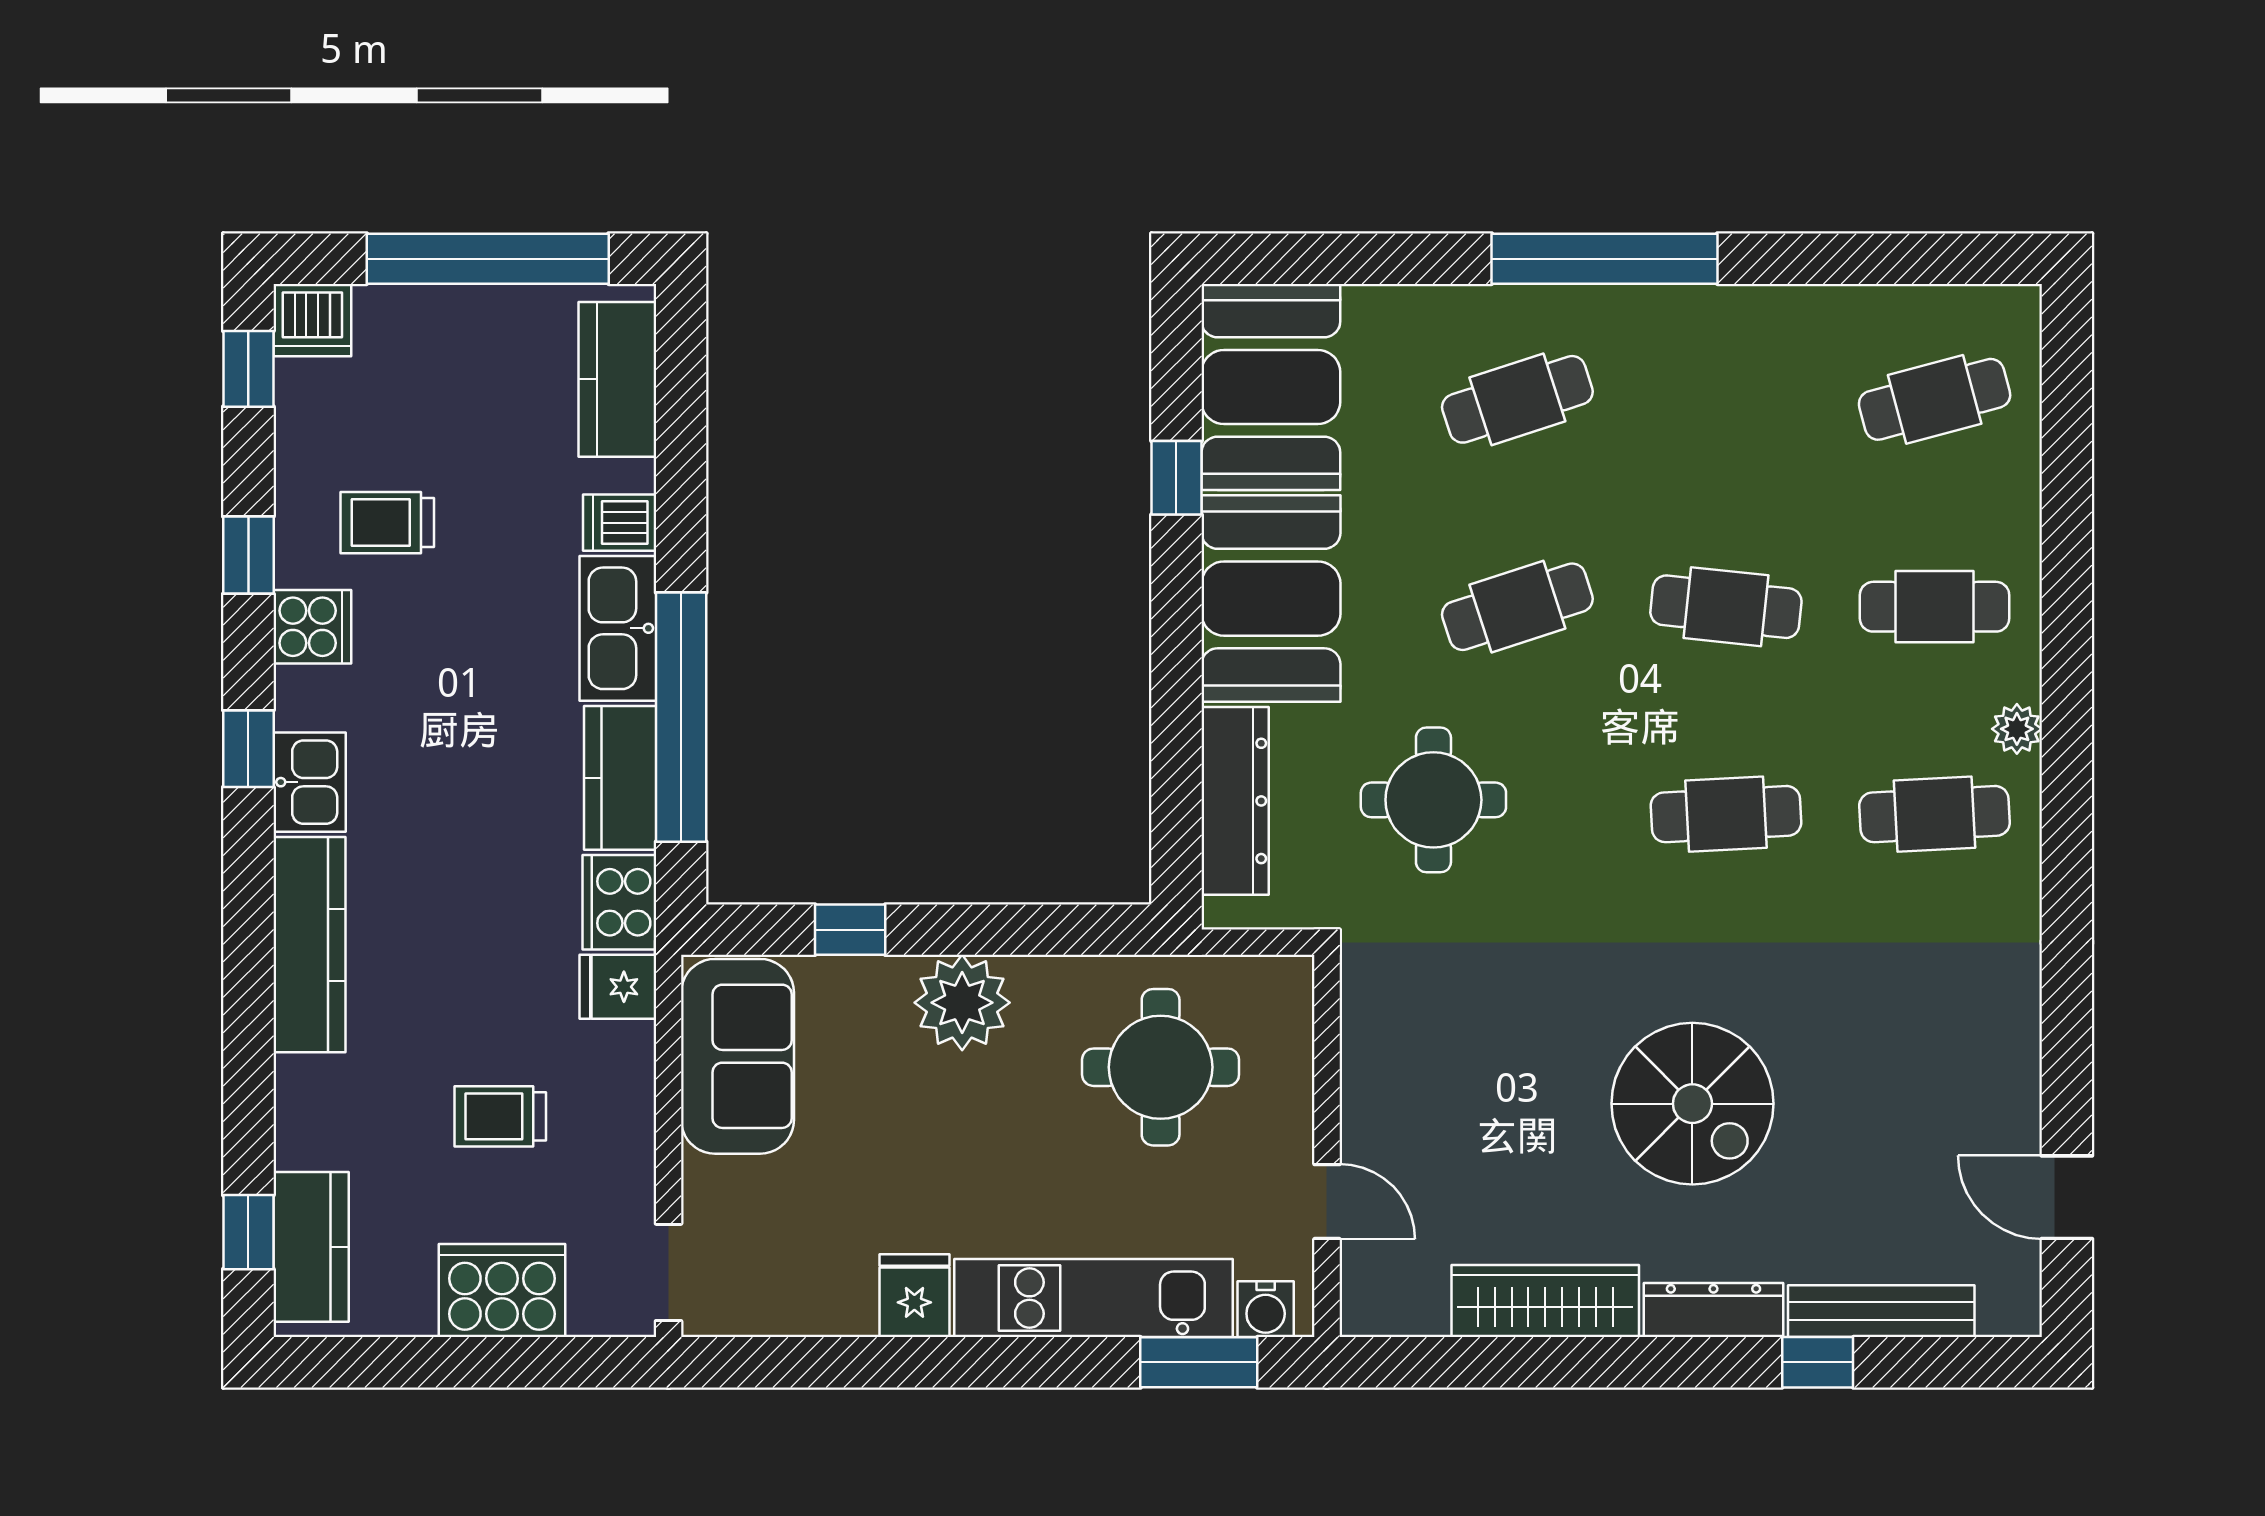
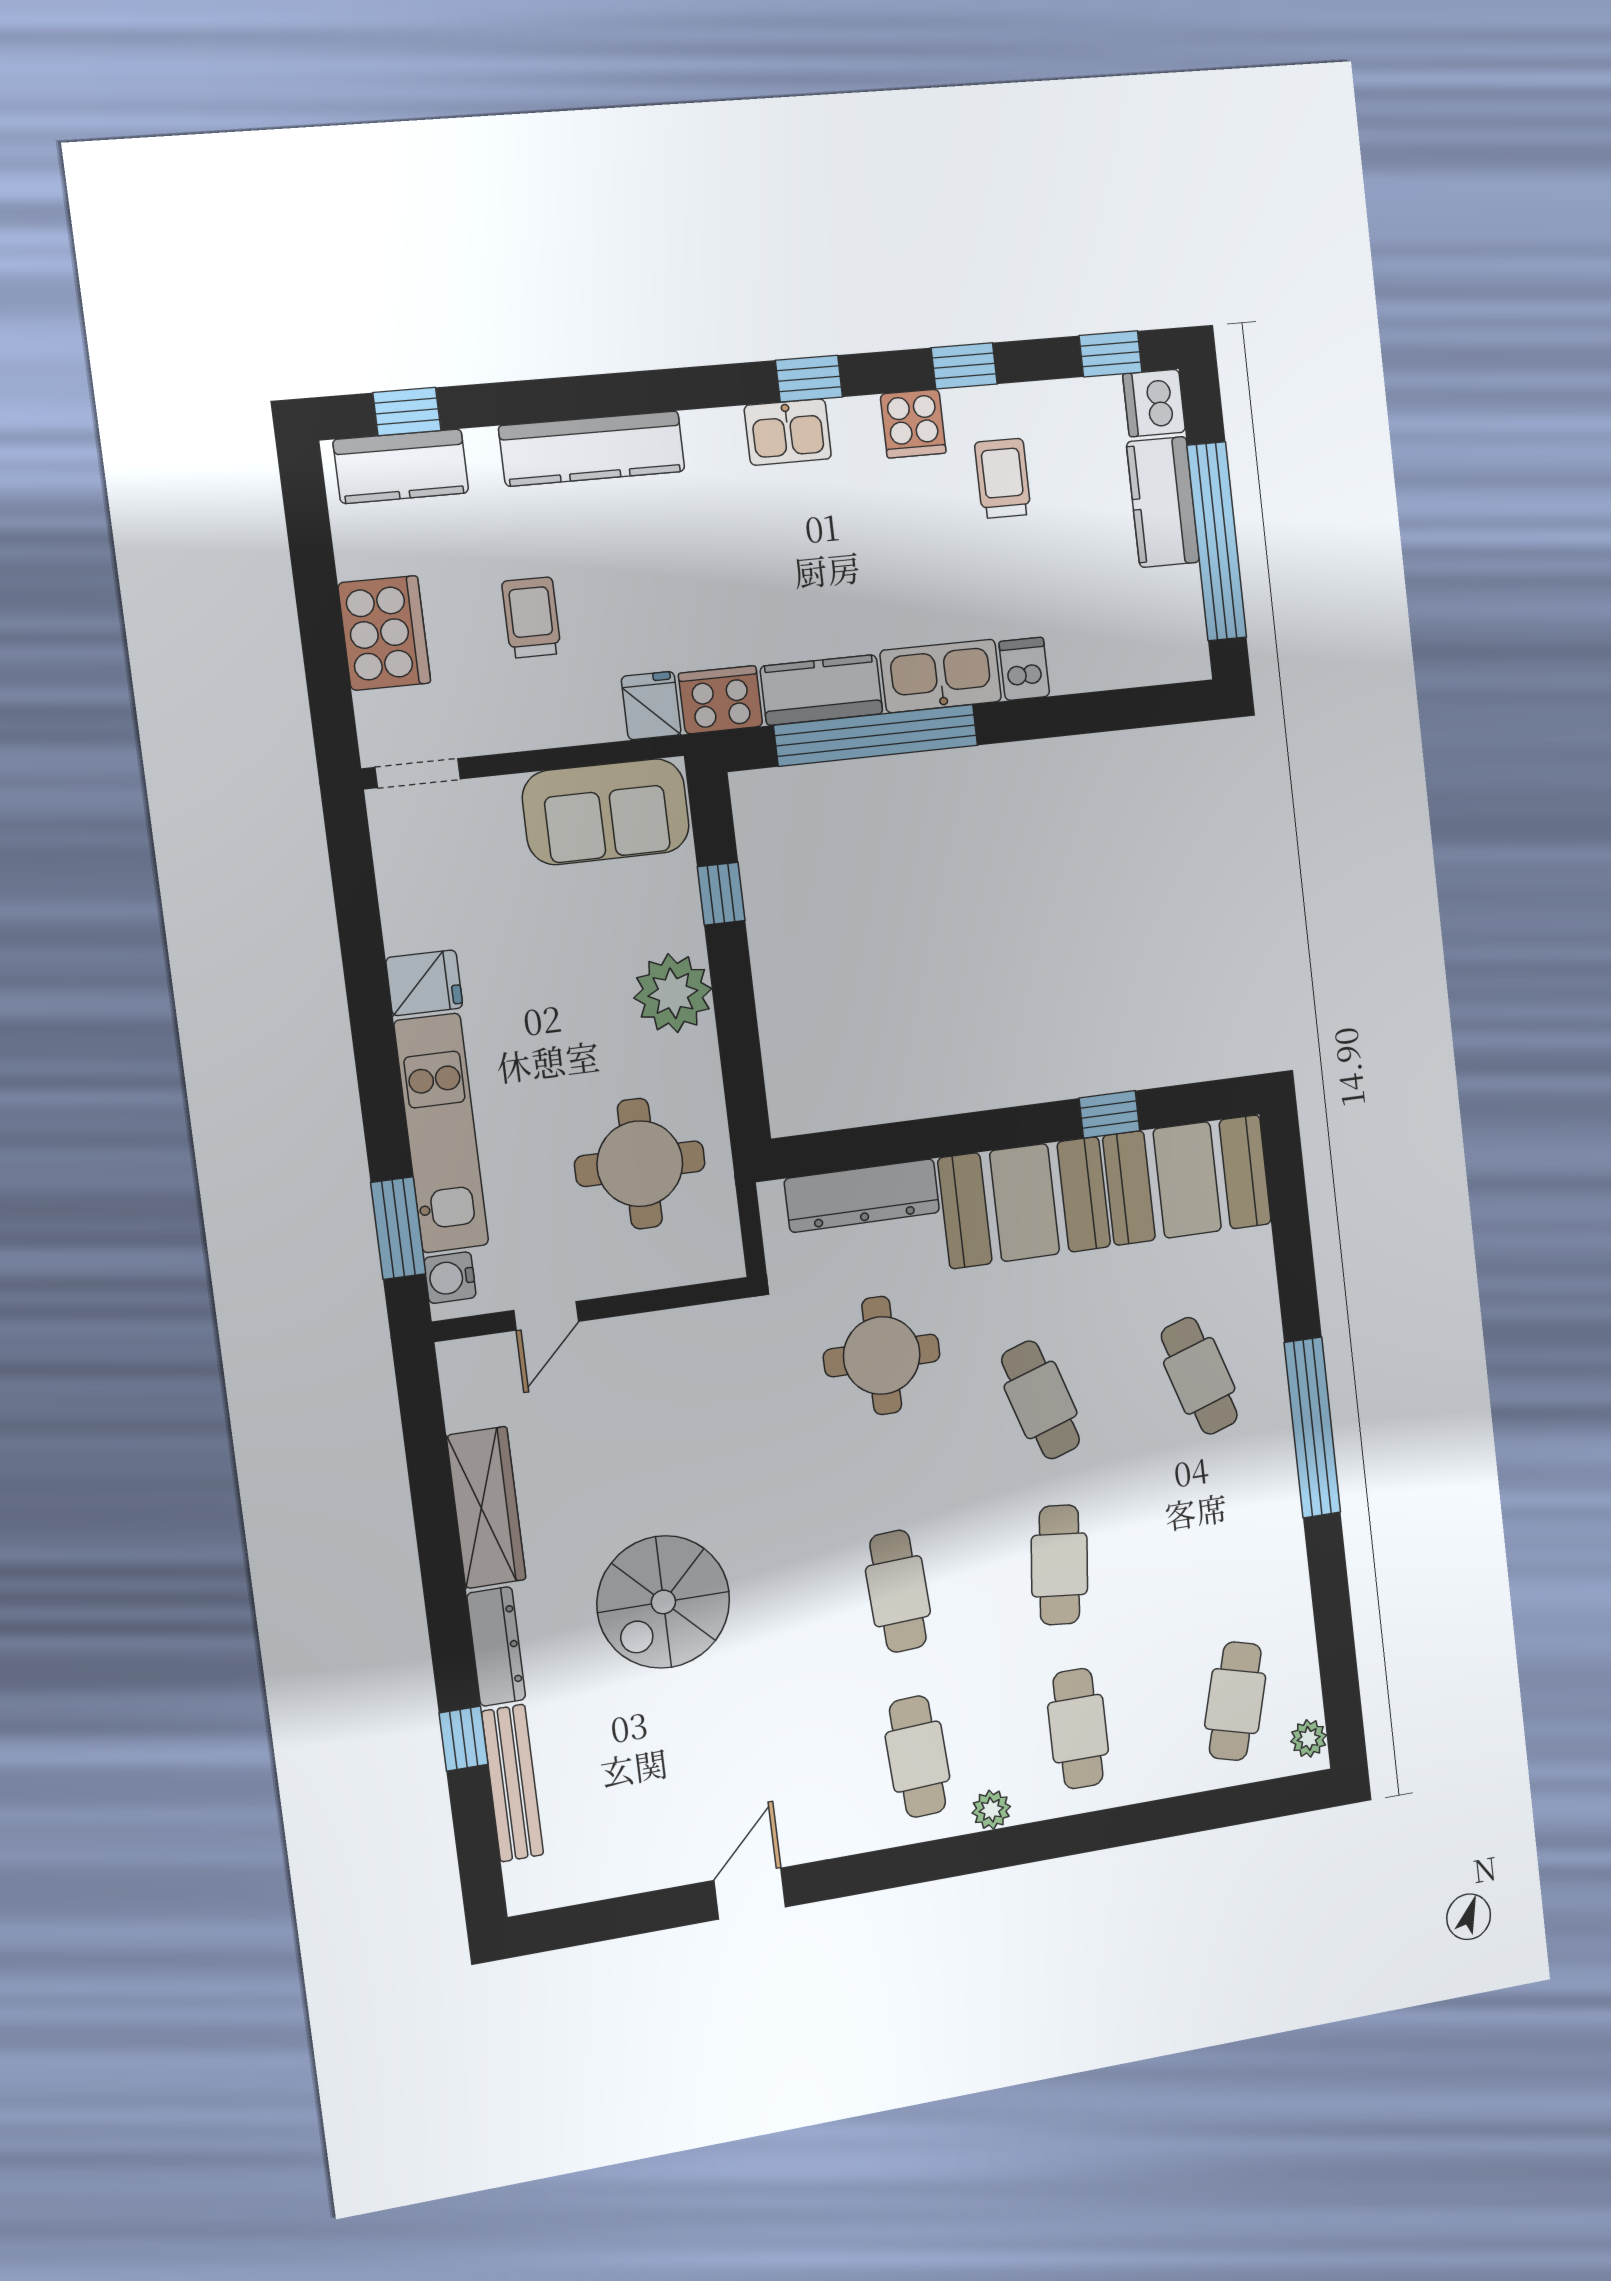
plant: (1998, 308) -> (1309, 1738), added
kitchen counter: (617, 379) -> (1163, 502), moved, turned -90
cafe table: (1935, 399) -> (1235, 1701), turned 30
kitchen counter: (309, 945) -> (592, 449), moved
door: (2067, 1197) -> (750, 1894), moved

